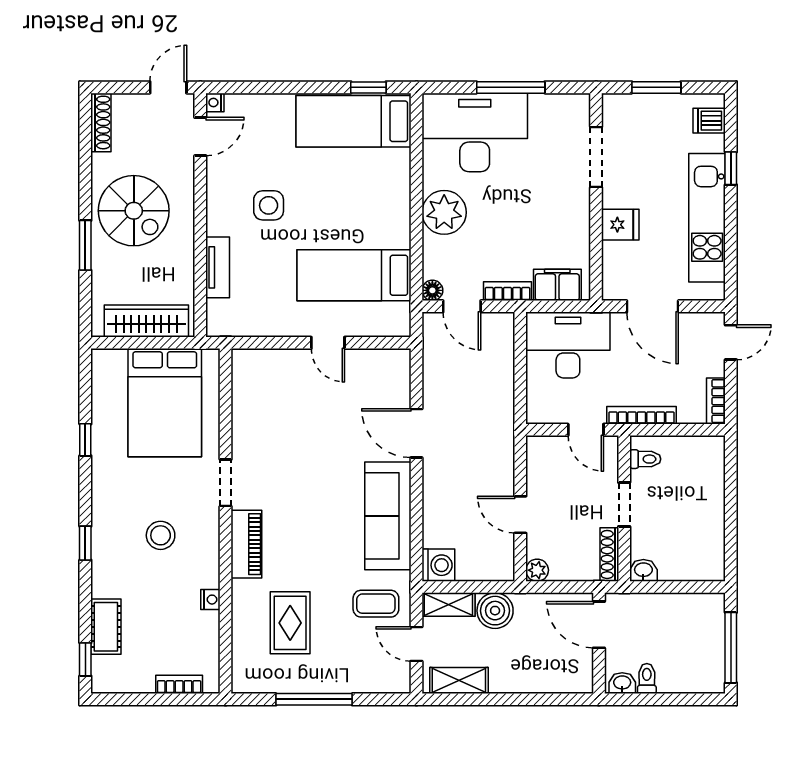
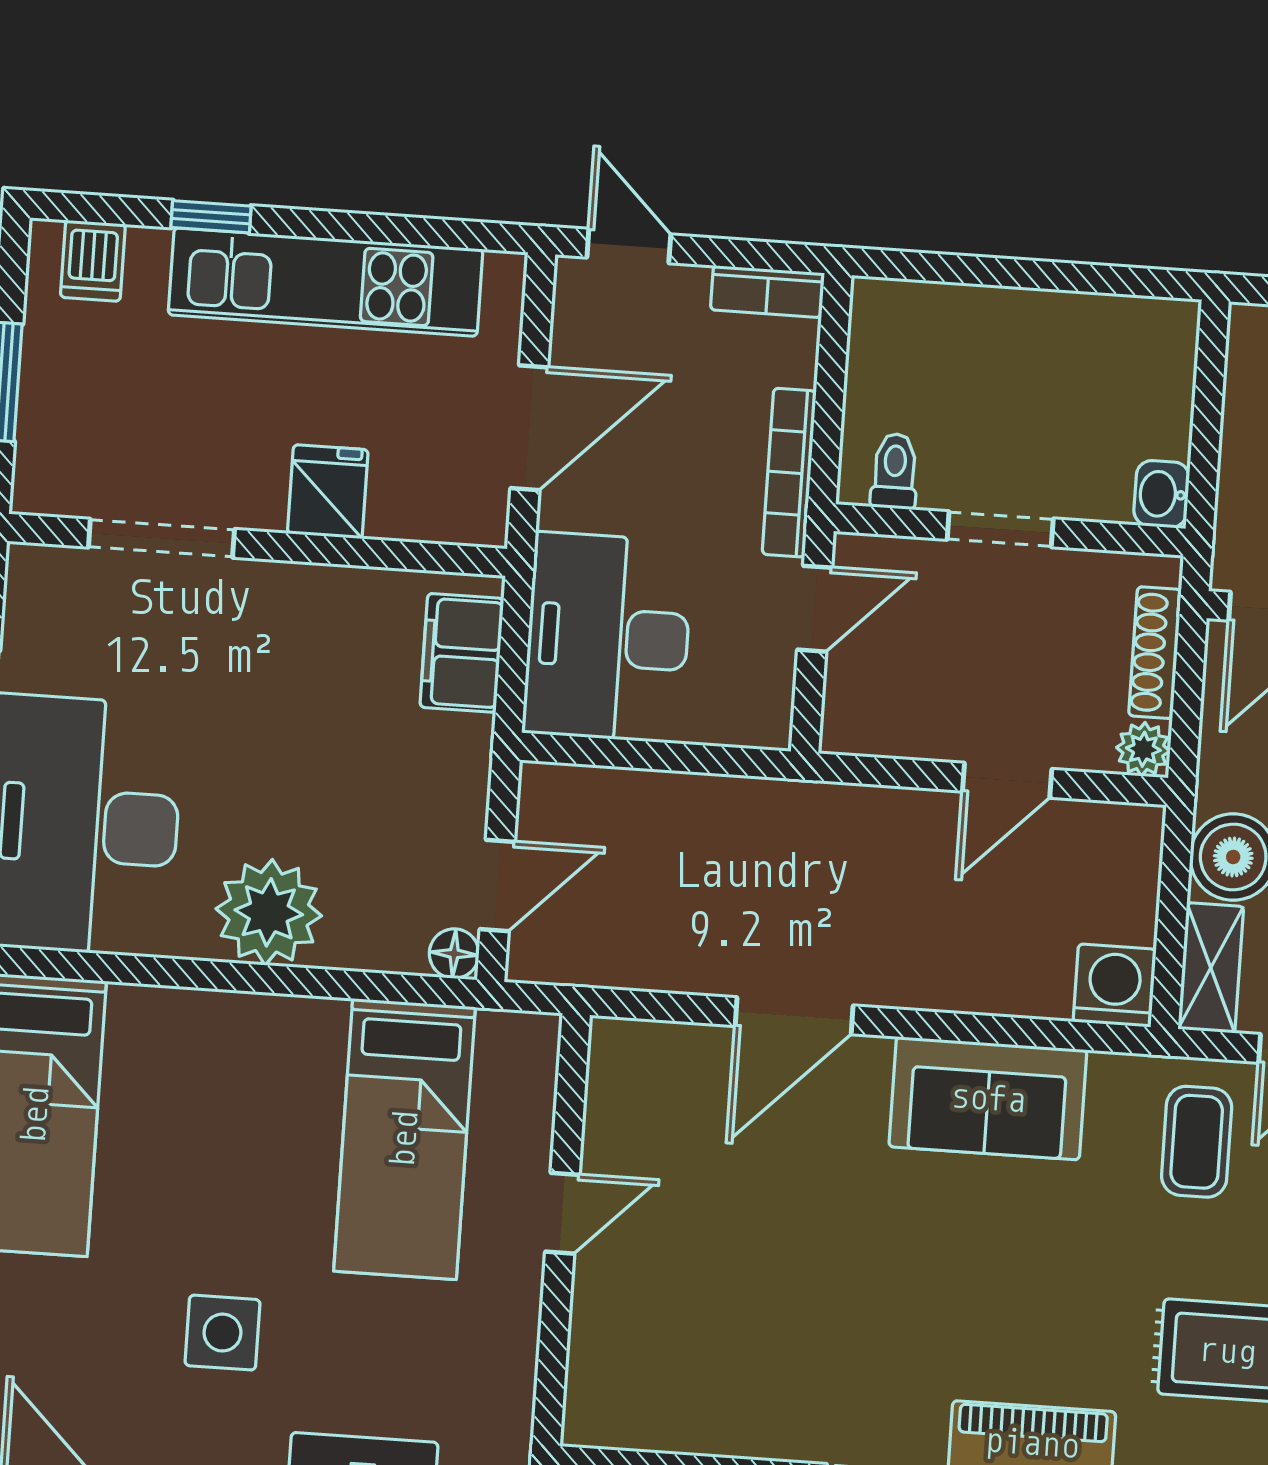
bookcase: (507, 291) -> (469, 773), removed
sofa: (388, 516) -> (988, 1098), width x0.73
shoe rack: (609, 554) -> (1155, 653), moved, turned 90

